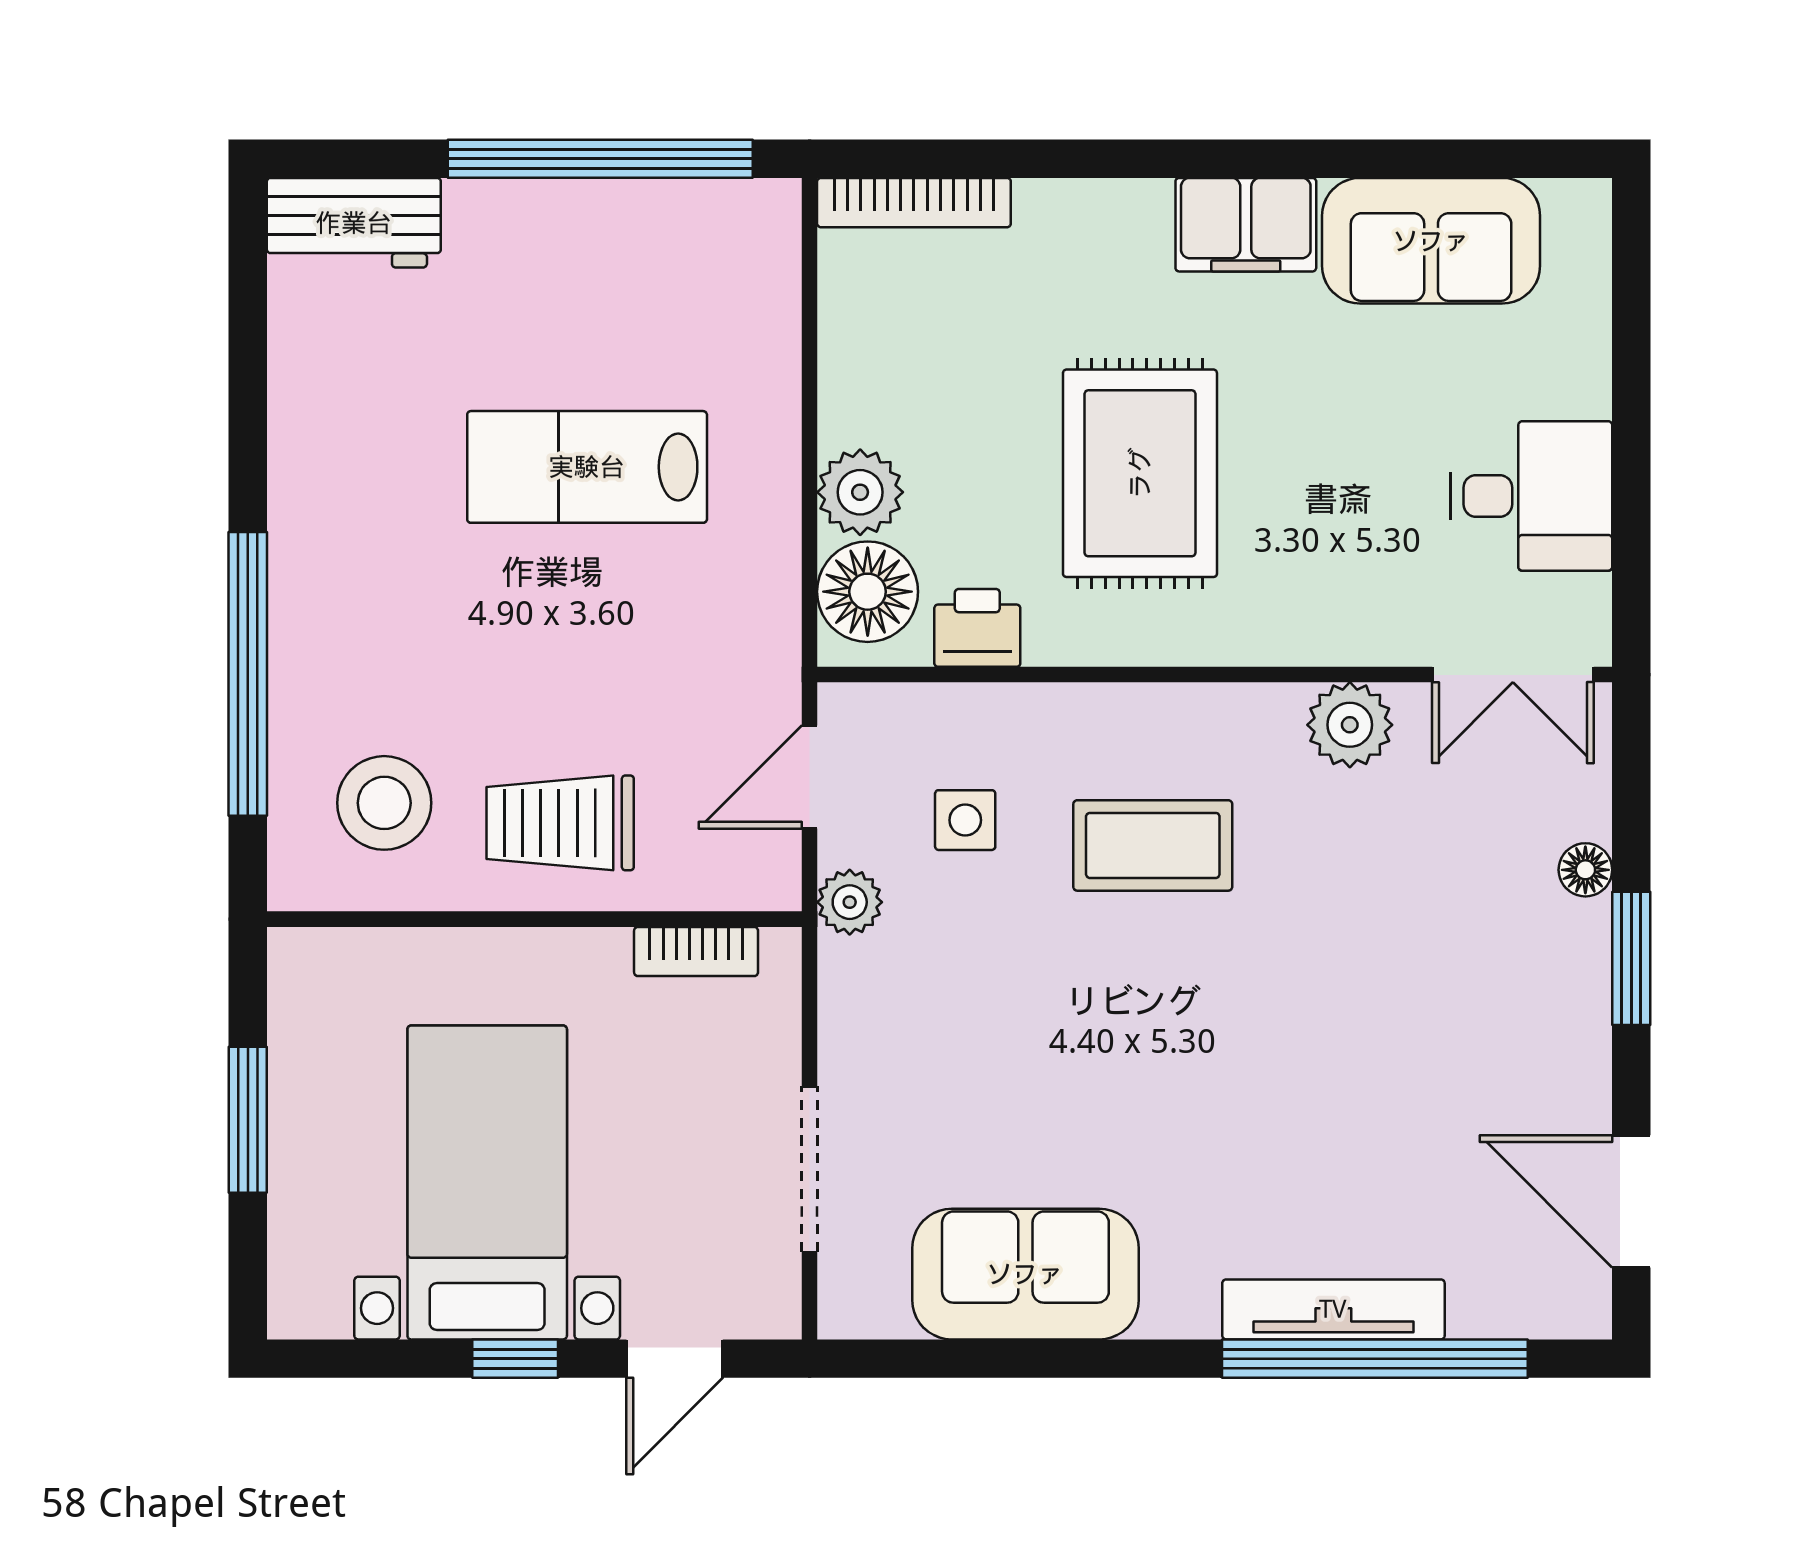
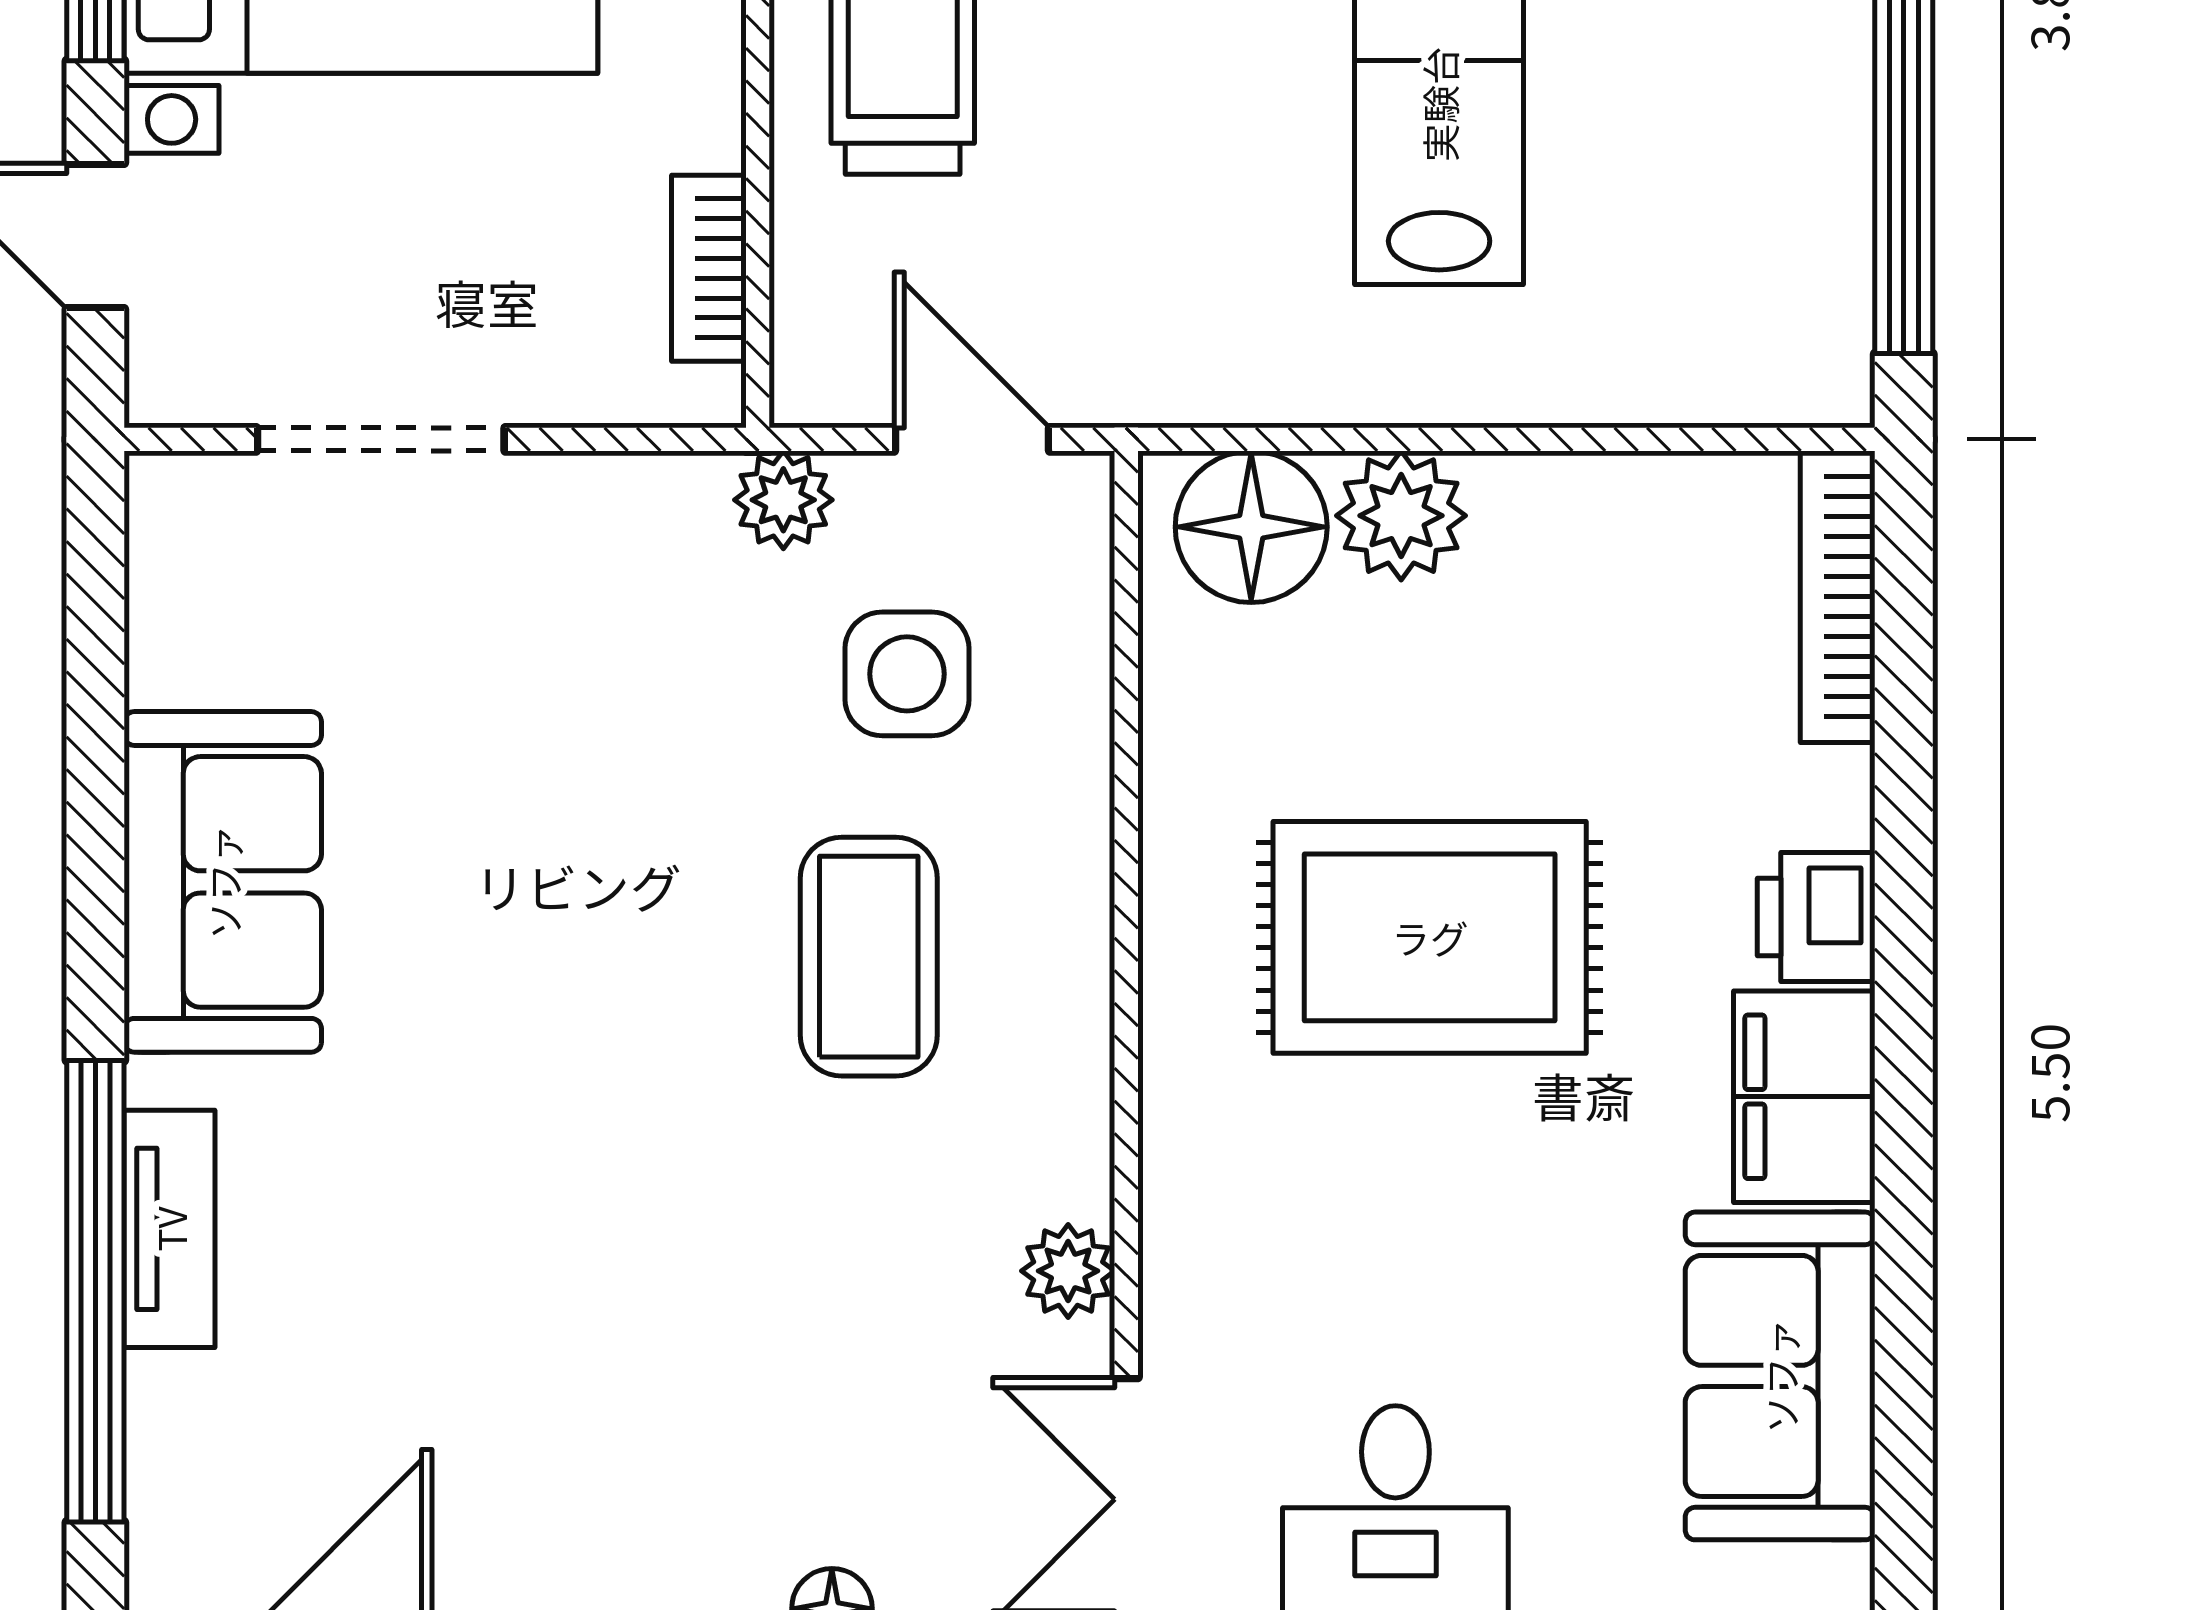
printer: (977, 628) -> (1816, 917), moved, turned 180
plant: (1350, 725) -> (1068, 1271), width x0.73, depth x0.73
side table: (965, 820) -> (907, 674), width x1.37, depth x1.37
sofa: (1025, 1274) -> (223, 882), moved
tv unit: (1333, 1309) -> (170, 1229), width x0.71

